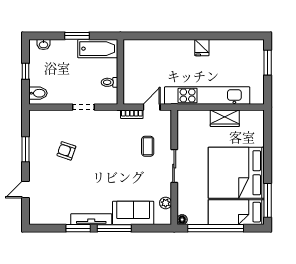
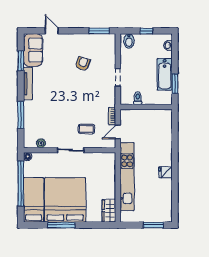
window: (77, 36) -> (175, 84), moved
bathtub: (98, 49) -> (165, 74), moved
door: (152, 107) -> (118, 132), swing flipped
wardrobe: (225, 118) -> (109, 211), moved
window: (26, 149) -> (99, 31), moved
window: (268, 200) -> (61, 225), moved
sofa: (133, 213) -> (33, 50), moved
window: (78, 228) -> (21, 61), moved
window: (114, 228) -> (21, 115), moved

